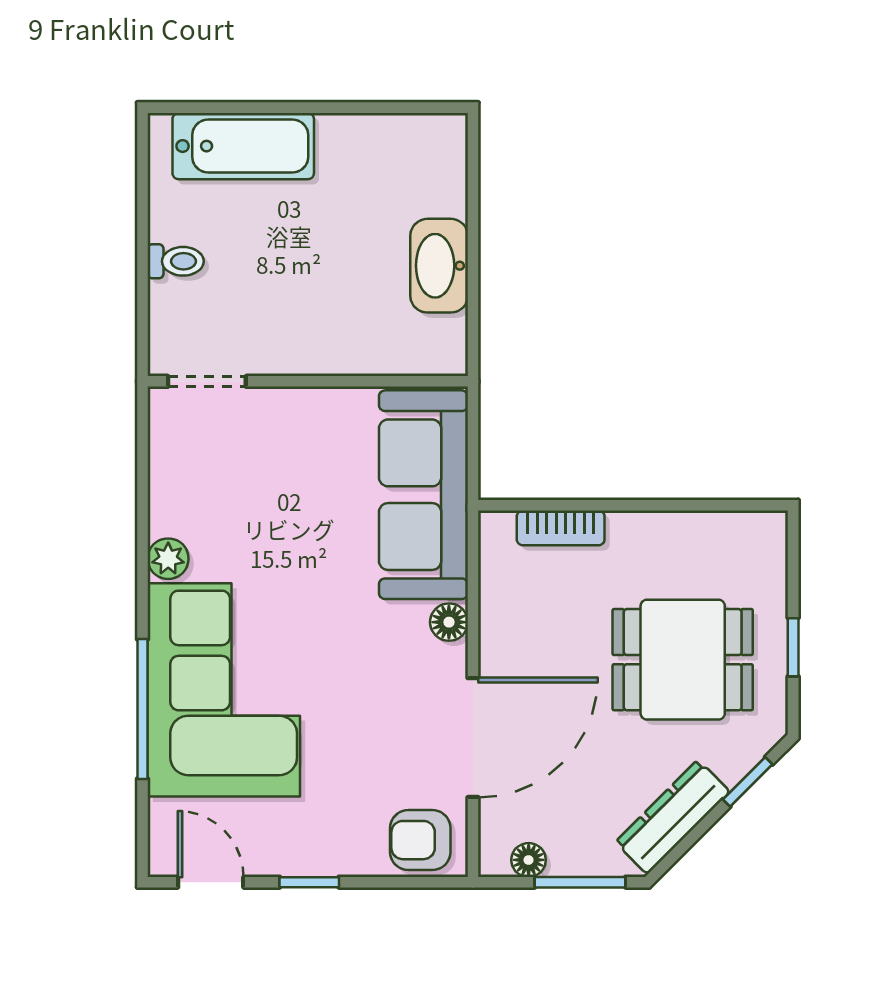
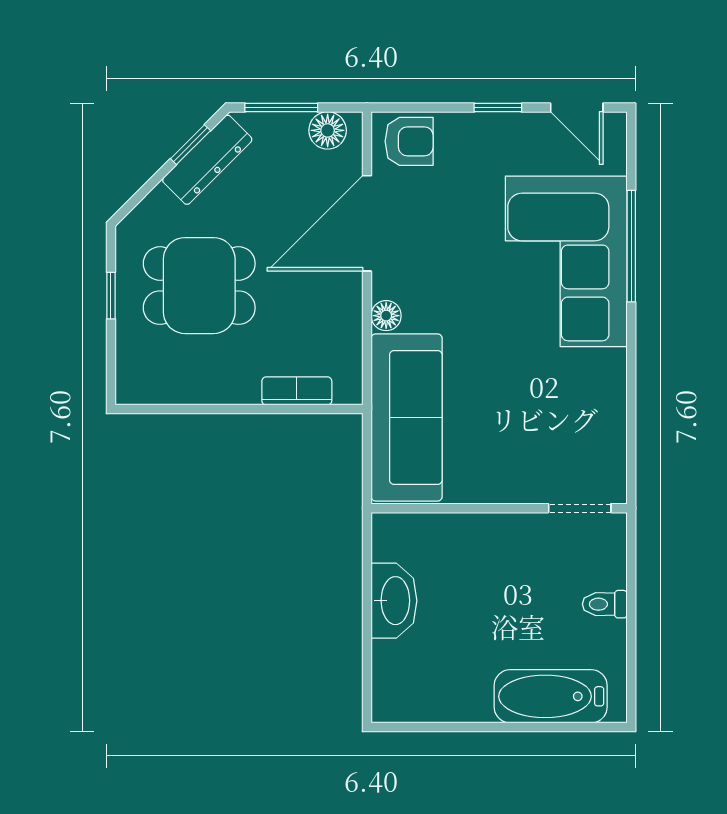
plant: (168, 559) -> (611, 366), removed
window: (748, 782) -> (190, 145), moved
floor lamp: (529, 860) -> (328, 130), width x1.37, depth x1.37

